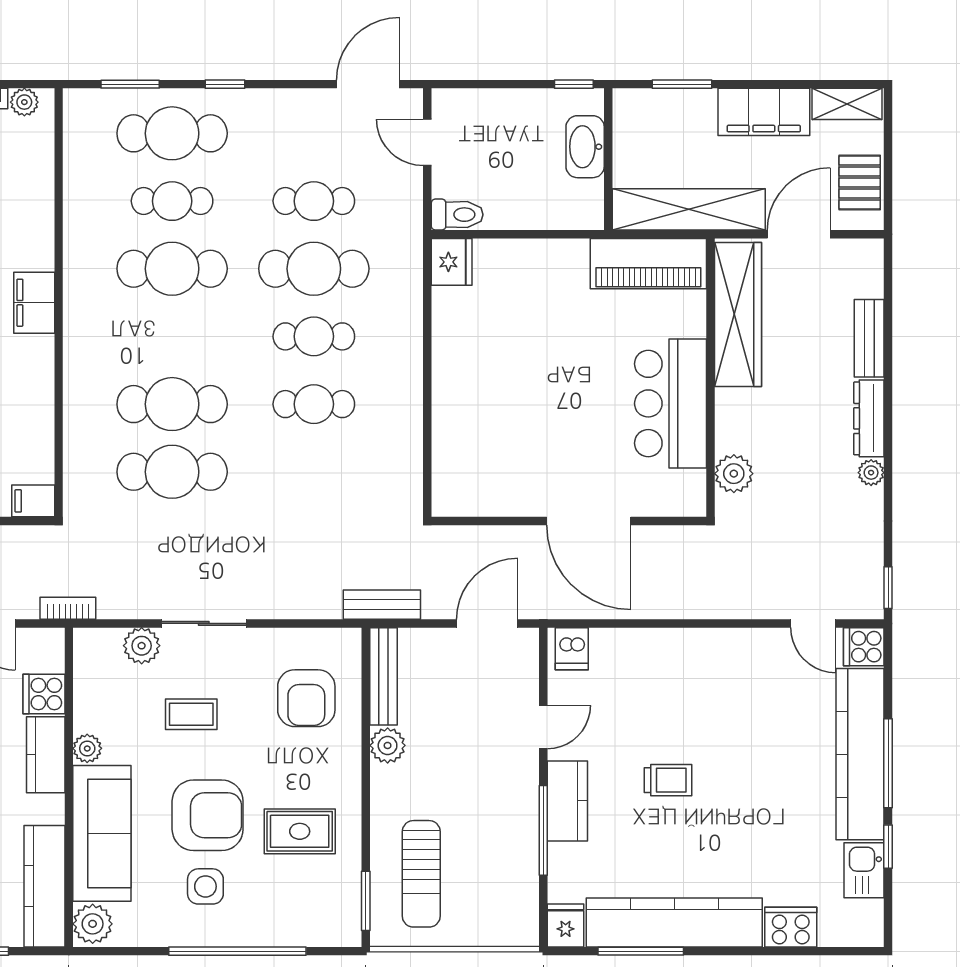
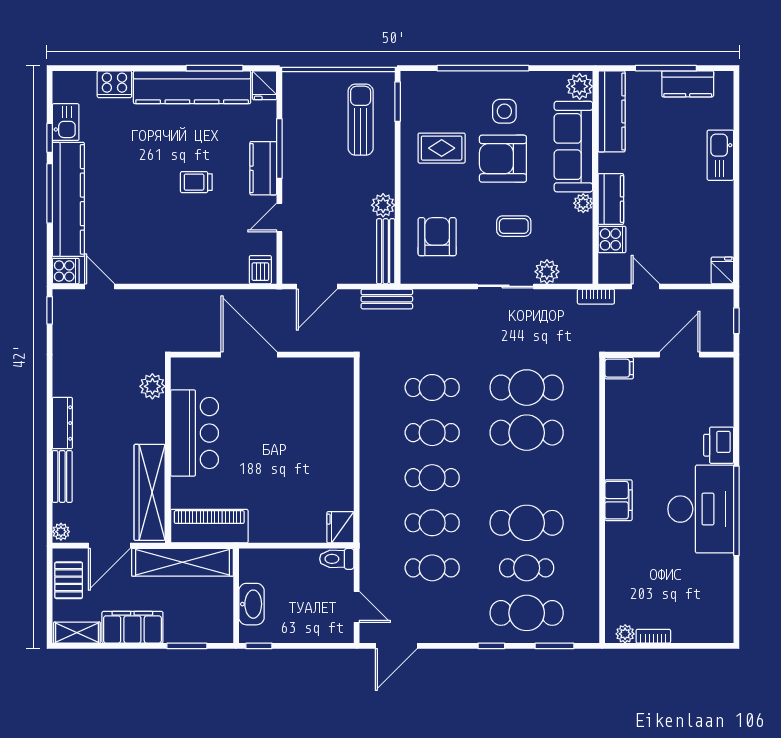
cafe table: (314, 269) -> (432, 523), width x0.73, depth x0.74
cafe table: (314, 472) -> (432, 388), added
plant: (871, 473) -> (61, 532), moved

